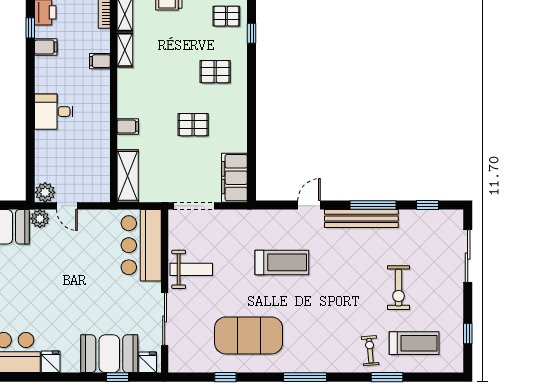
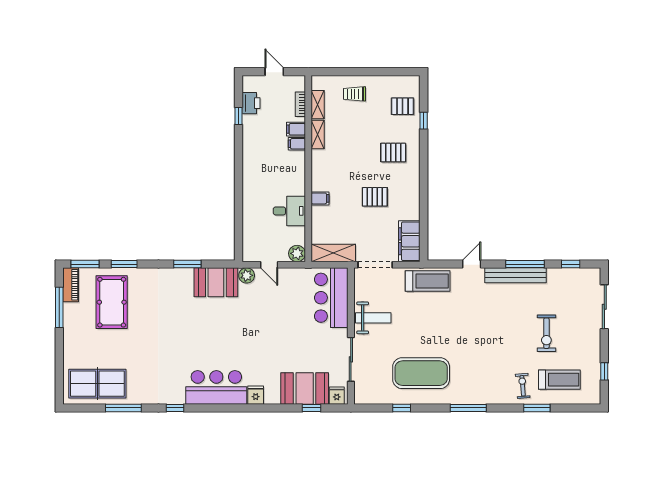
filing cabinet: (46, 47) -> (296, 129), moved, turned 180
desk: (54, 112) -> (289, 211), moved, turned 180
shelving: (128, 176) -> (333, 253), moved, turned 90
plant: (45, 192) -> (297, 253), moved
treadmill: (282, 262) -> (428, 281), moved

